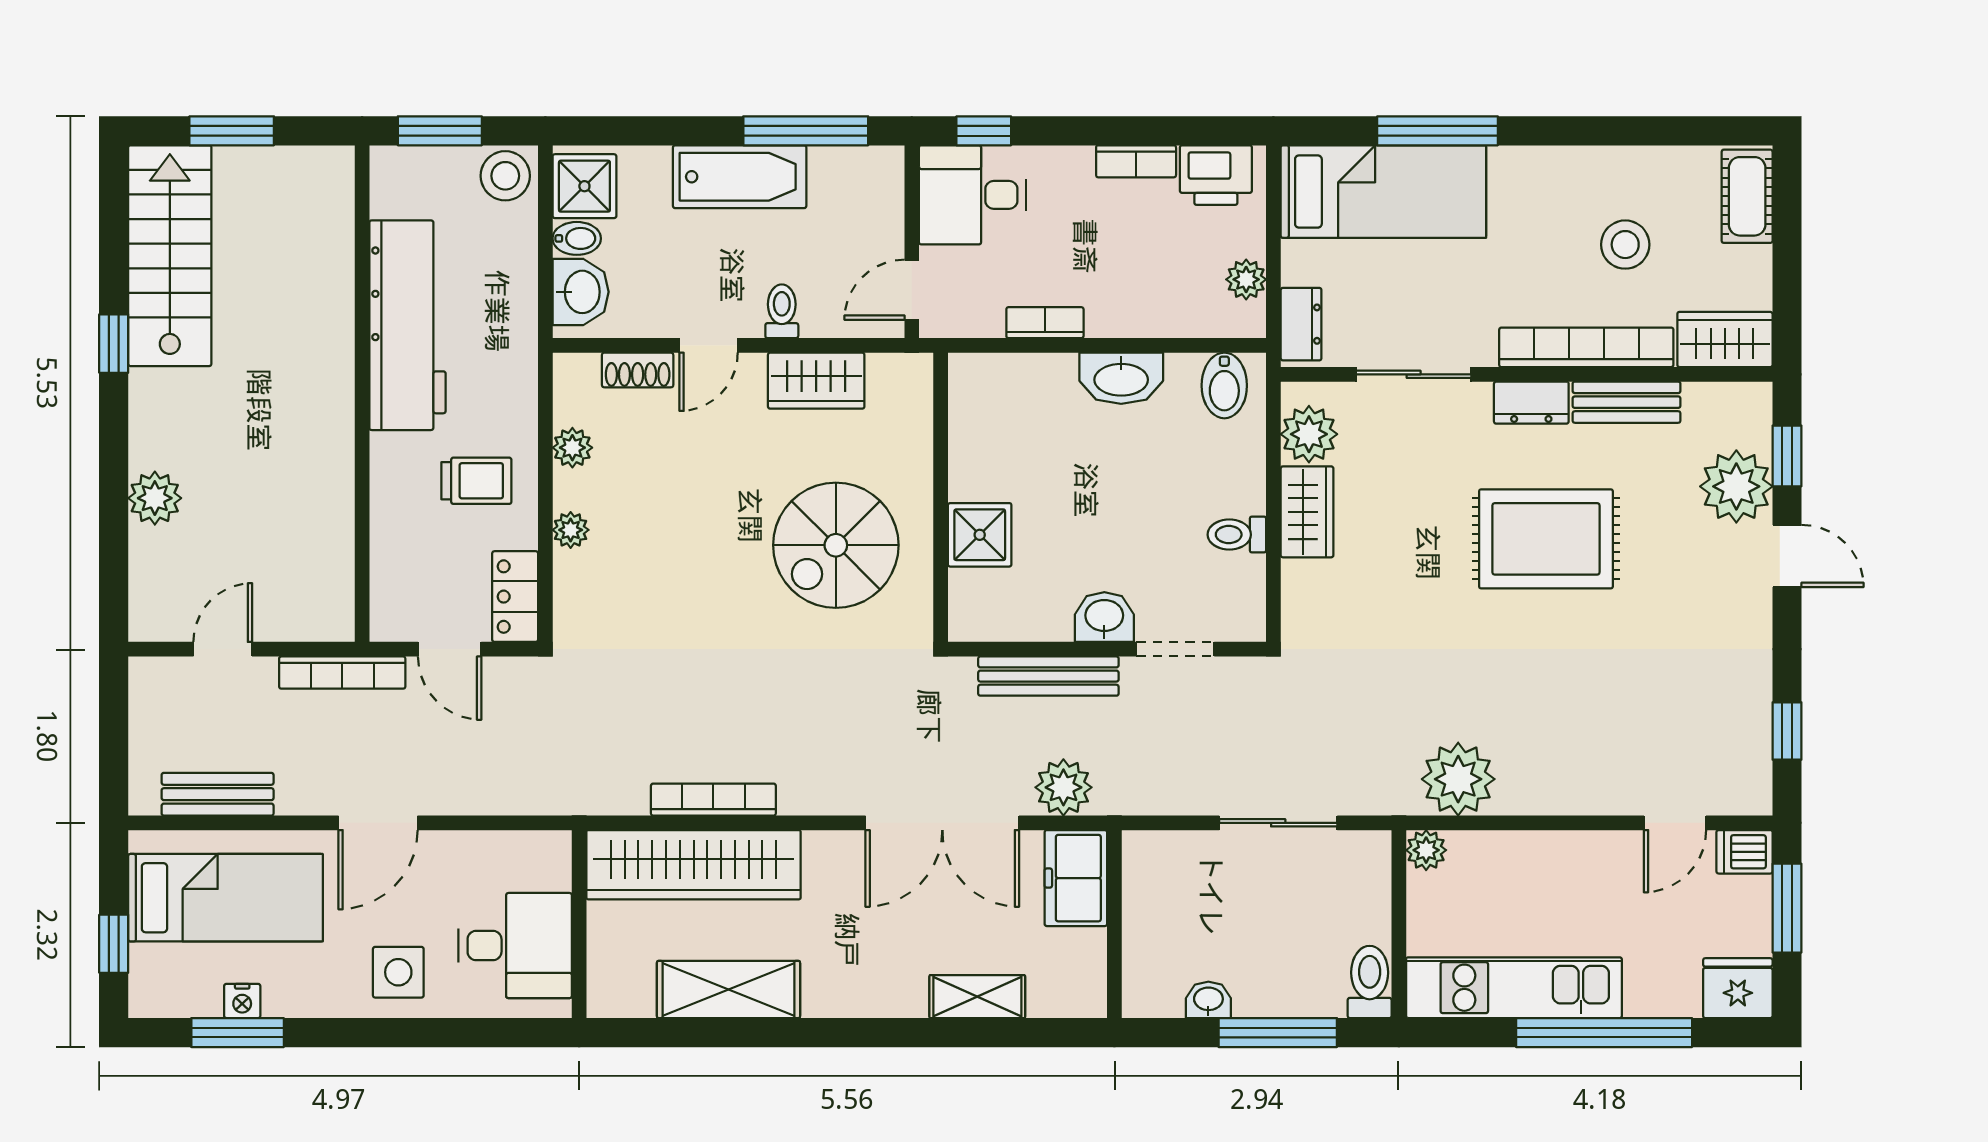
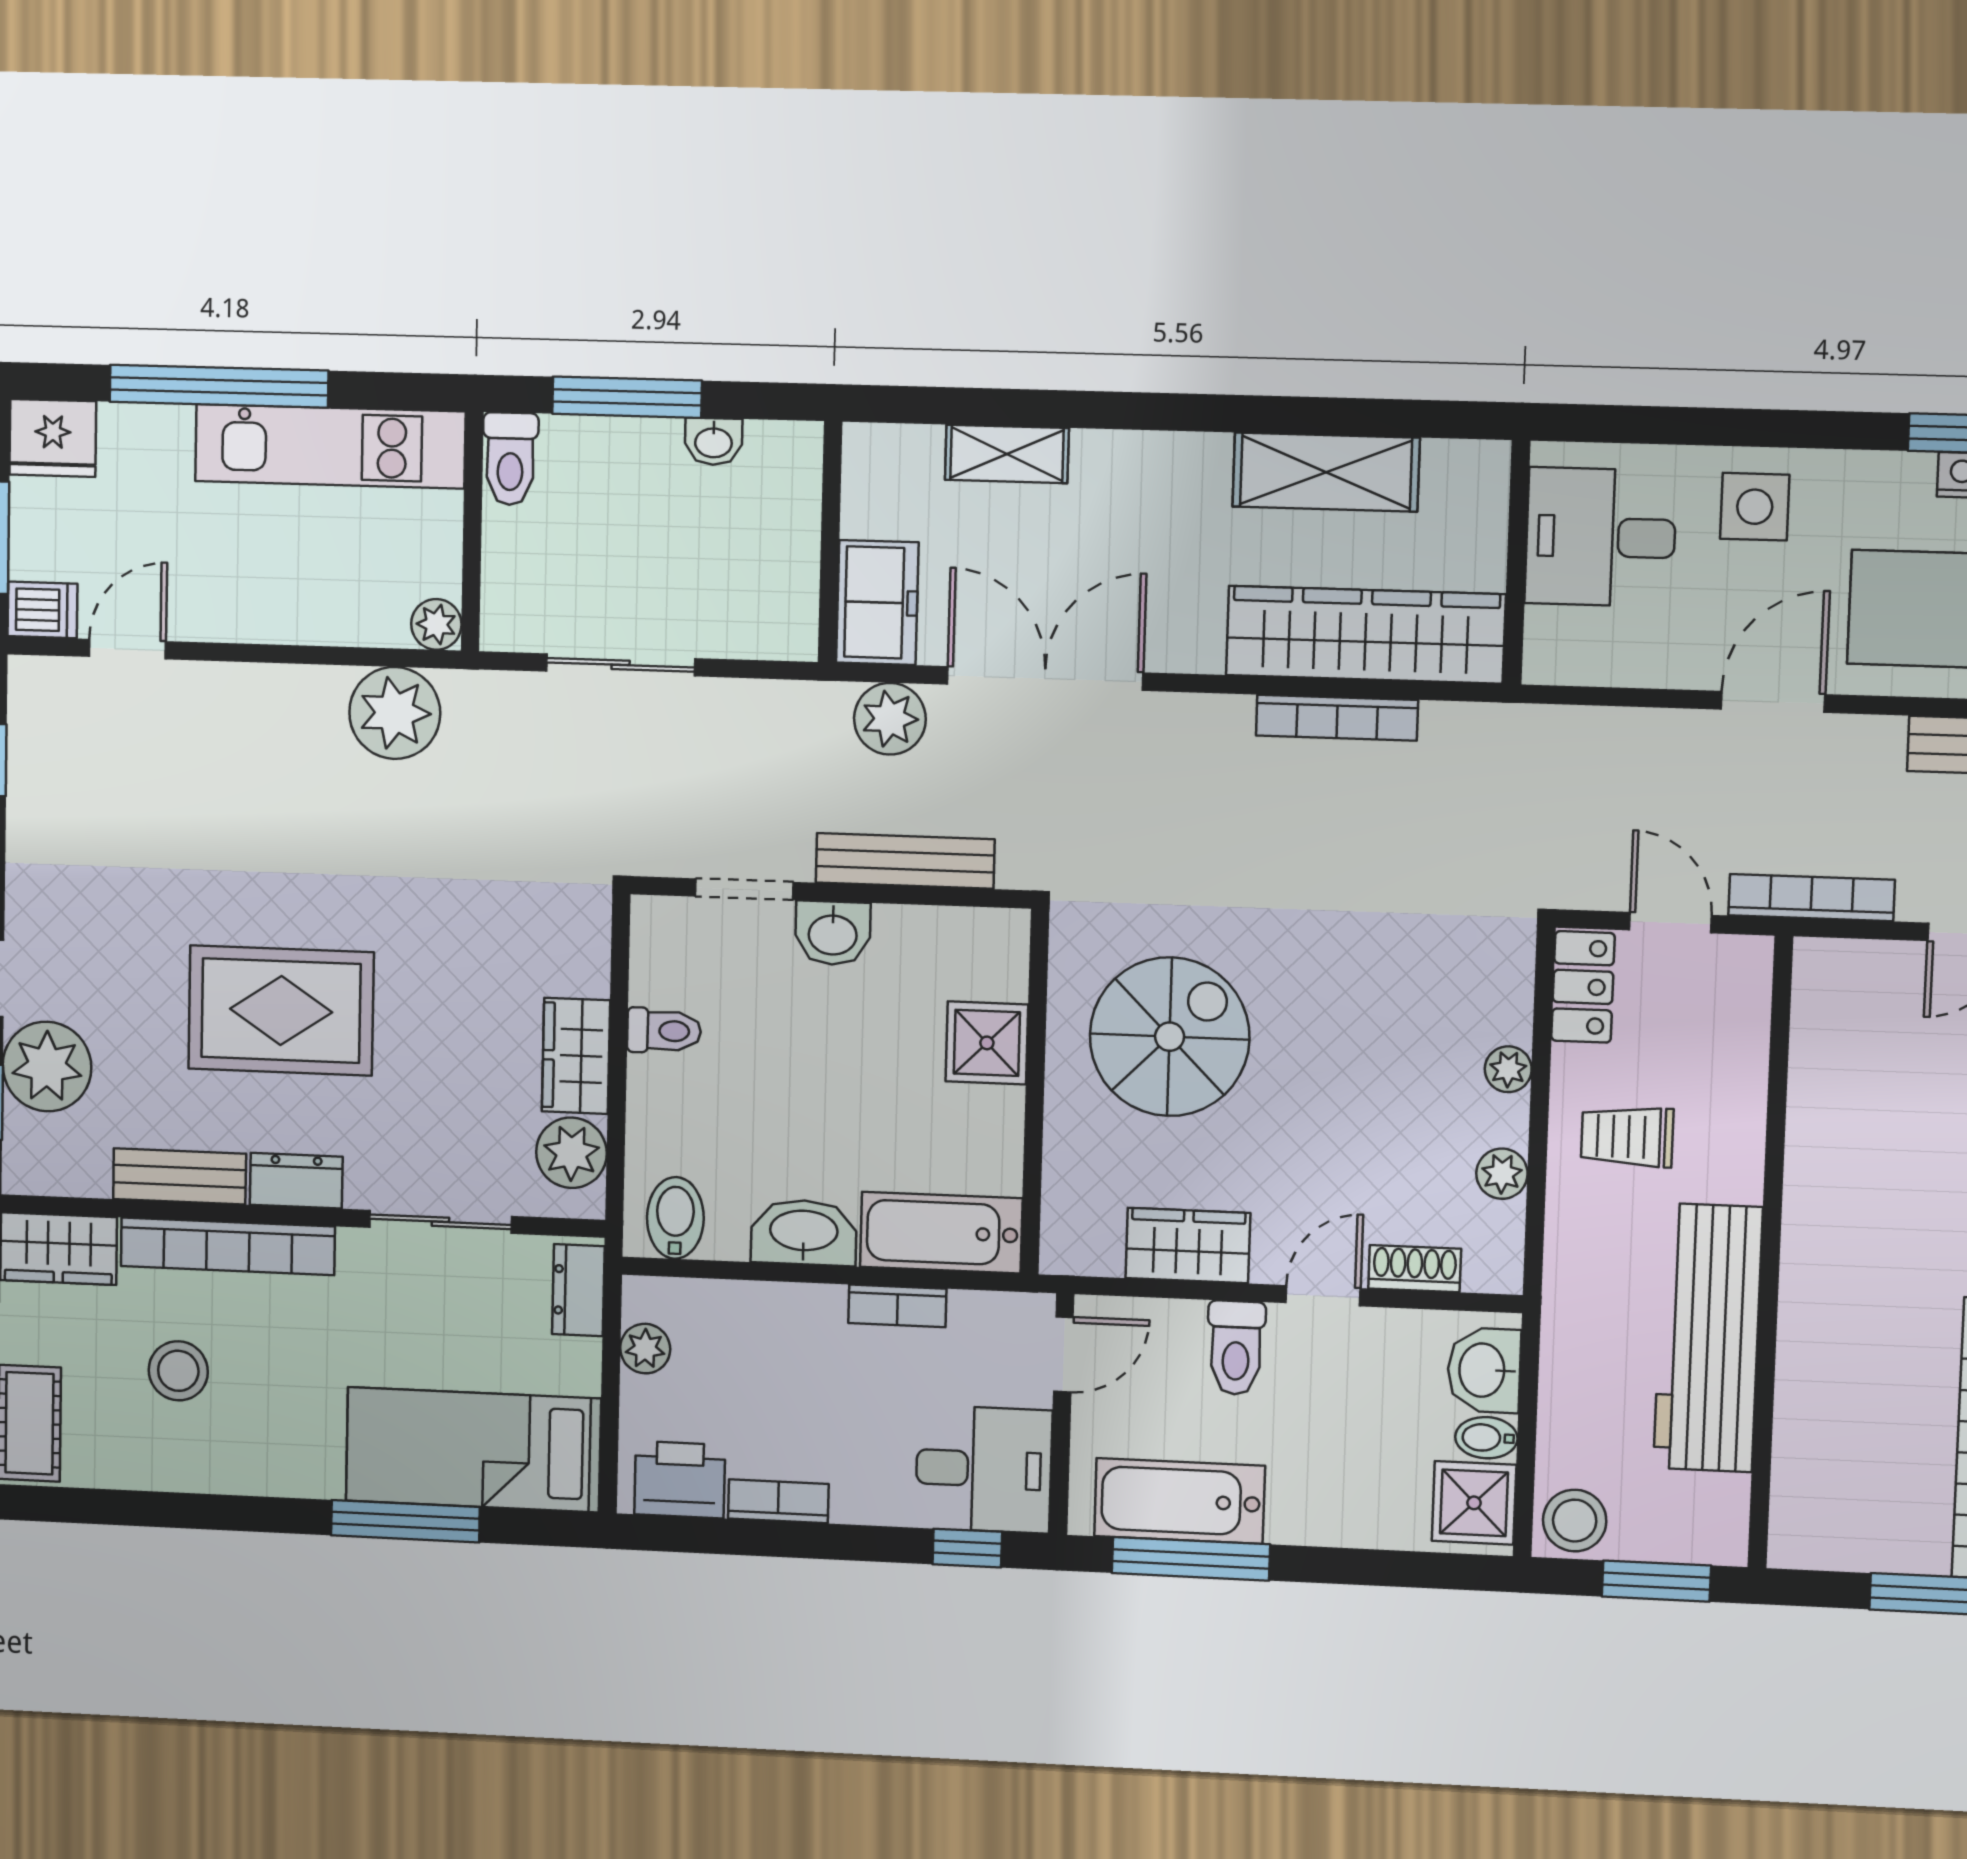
bathtub: (740, 177) -> (1179, 1501), moved
toilet: (782, 311) -> (1236, 1348), width x1.37, depth x1.39
bathtub: (1012, 383) -> (941, 1233), added

